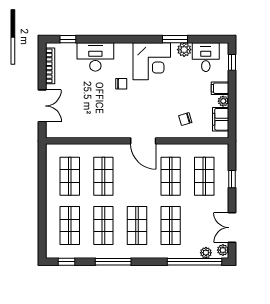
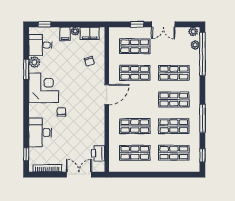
printer: (69, 130) -> (98, 153), added
double door: (232, 228) -> (163, 24), moved

